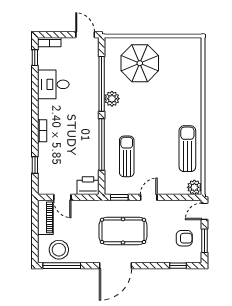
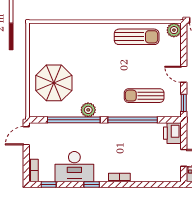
desk: (53, 84) -> (74, 167), width x1.37
sun lounger: (187, 149) -> (137, 37), turned 180
window: (35, 165) -> (92, 184), moved

